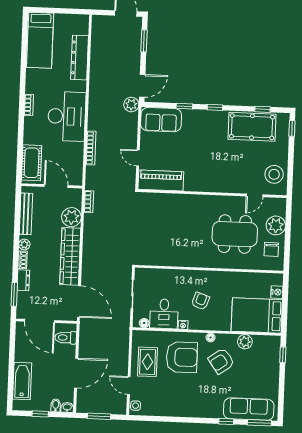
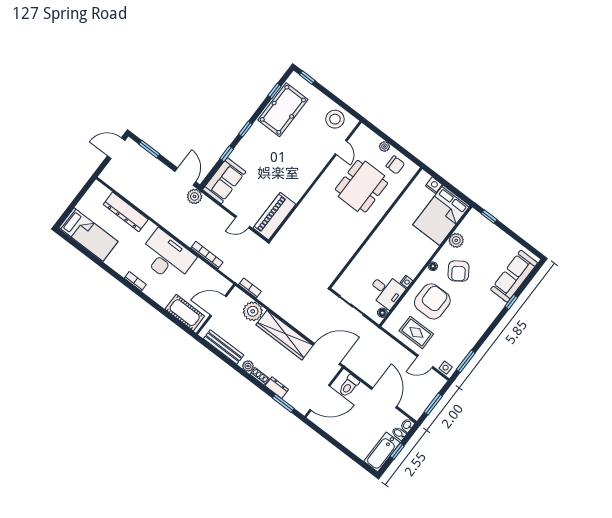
plant: (276, 225) -> (384, 147), width x0.53, depth x0.53
armchair: (201, 301) -> (397, 253), removed
bathtub: (22, 381) -> (382, 452), moved, turned -90
window: (259, 423) -> (466, 361), moved

